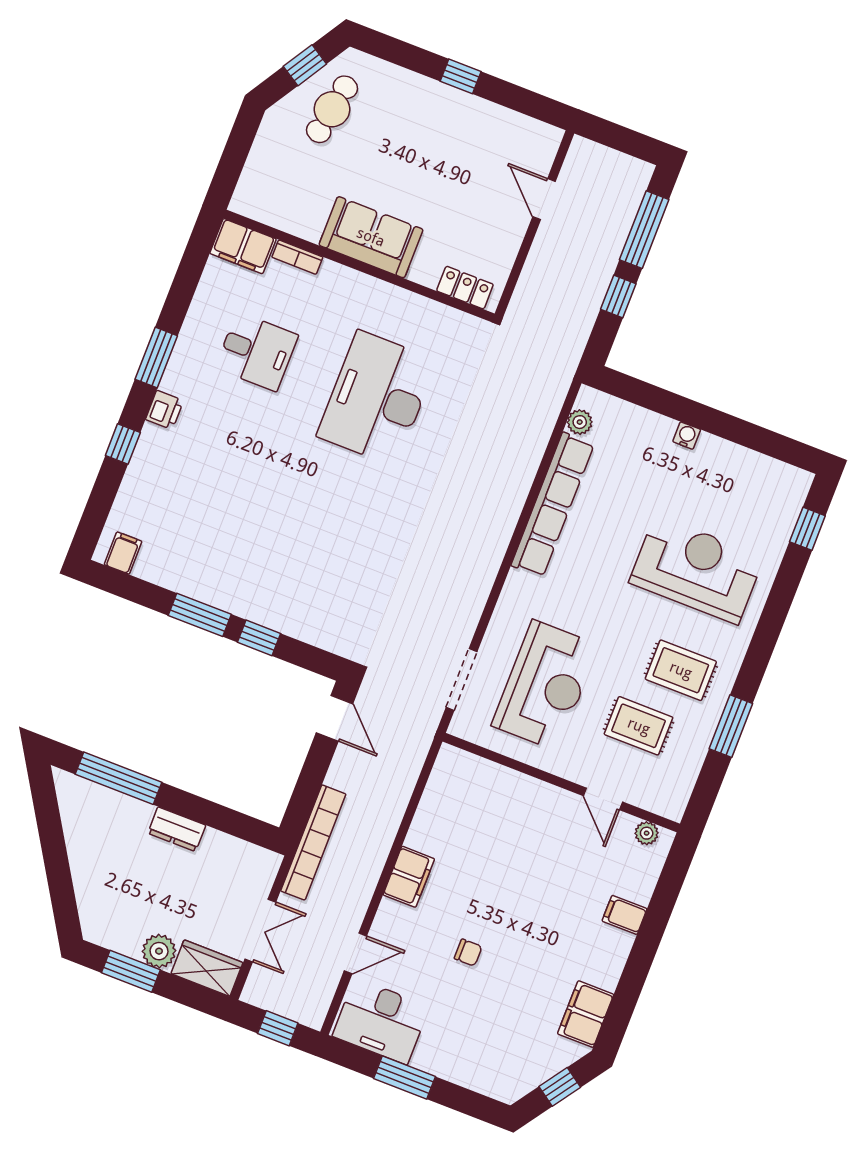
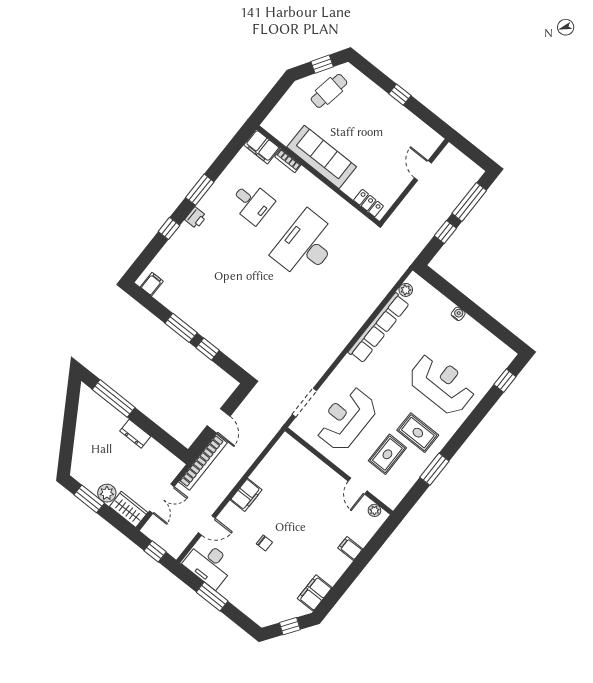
sofa: (371, 237) -> (322, 157), width x1.36
reception desk: (545, 685) -> (346, 419), turned 180
door: (335, 718) -> (219, 421), moved
rug: (639, 726) -> (387, 454), turned 90

